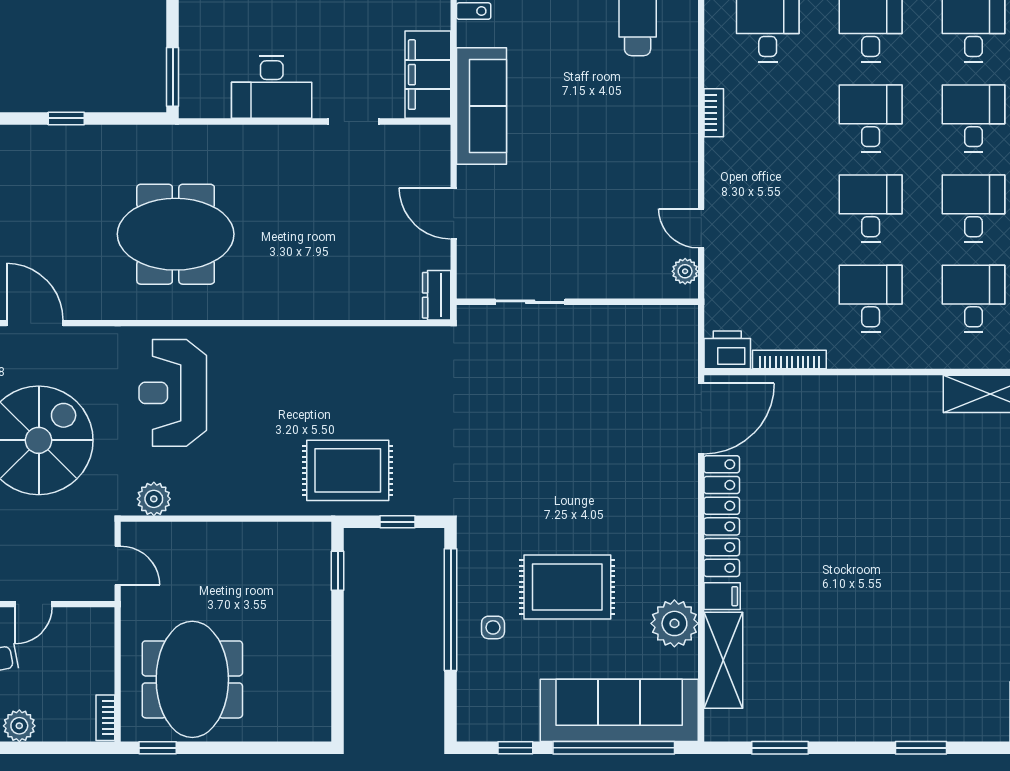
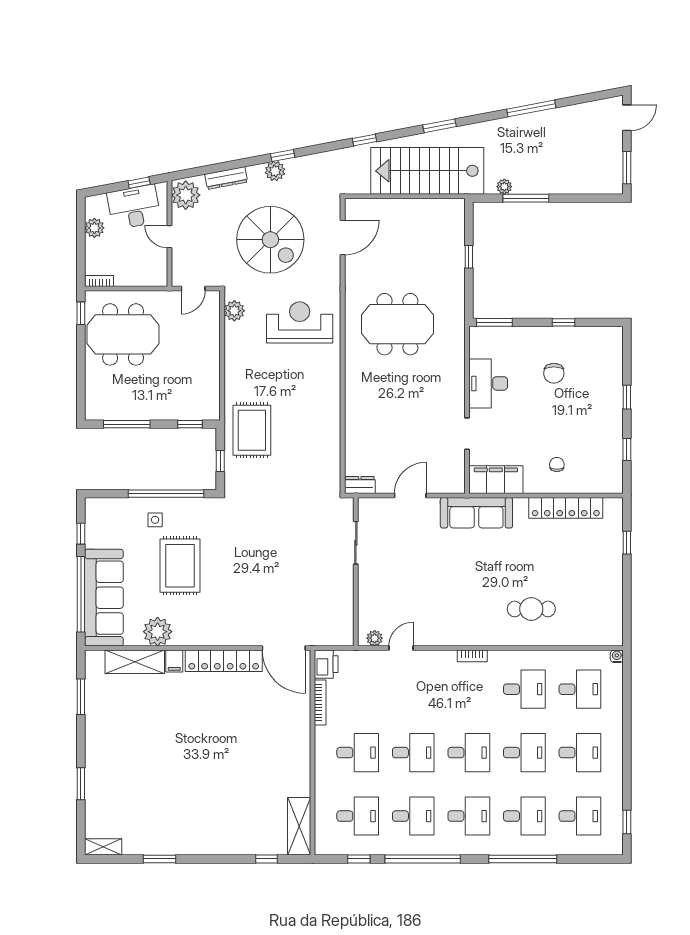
meeting table: (176, 234) -> (397, 324), turned 90
window: (338, 673) -> (127, 424), added

